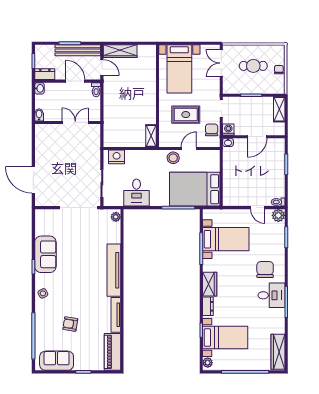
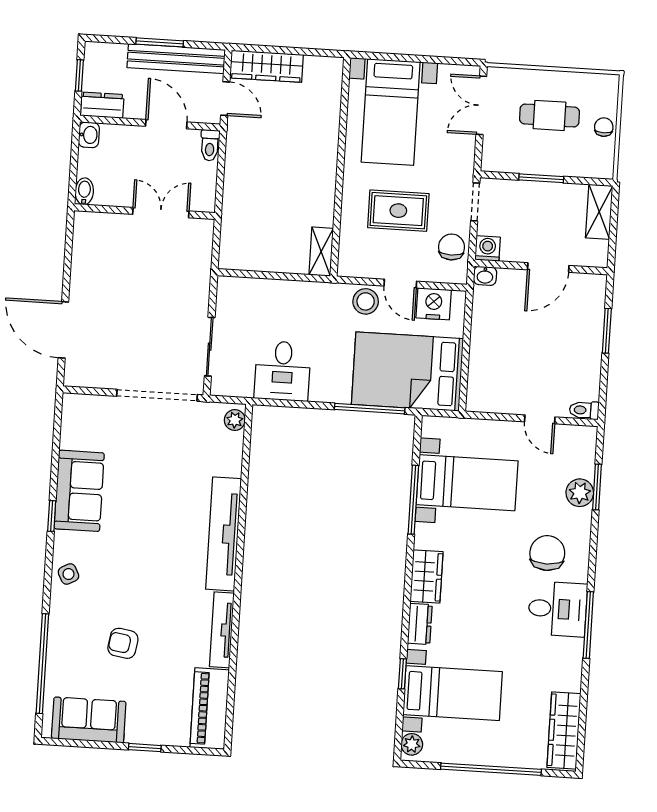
door: (189, 148) -> (400, 284), swing flipped
nightstand: (117, 157) -> (434, 304), moved
plant: (278, 215) -> (580, 493), moved

